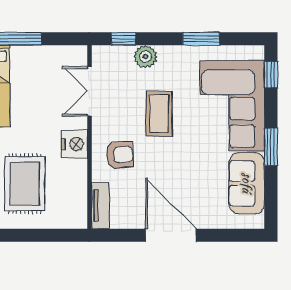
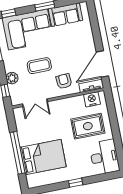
nightstand: (74, 144) -> (92, 99), moved
door: (171, 235) -> (102, 64), moved

